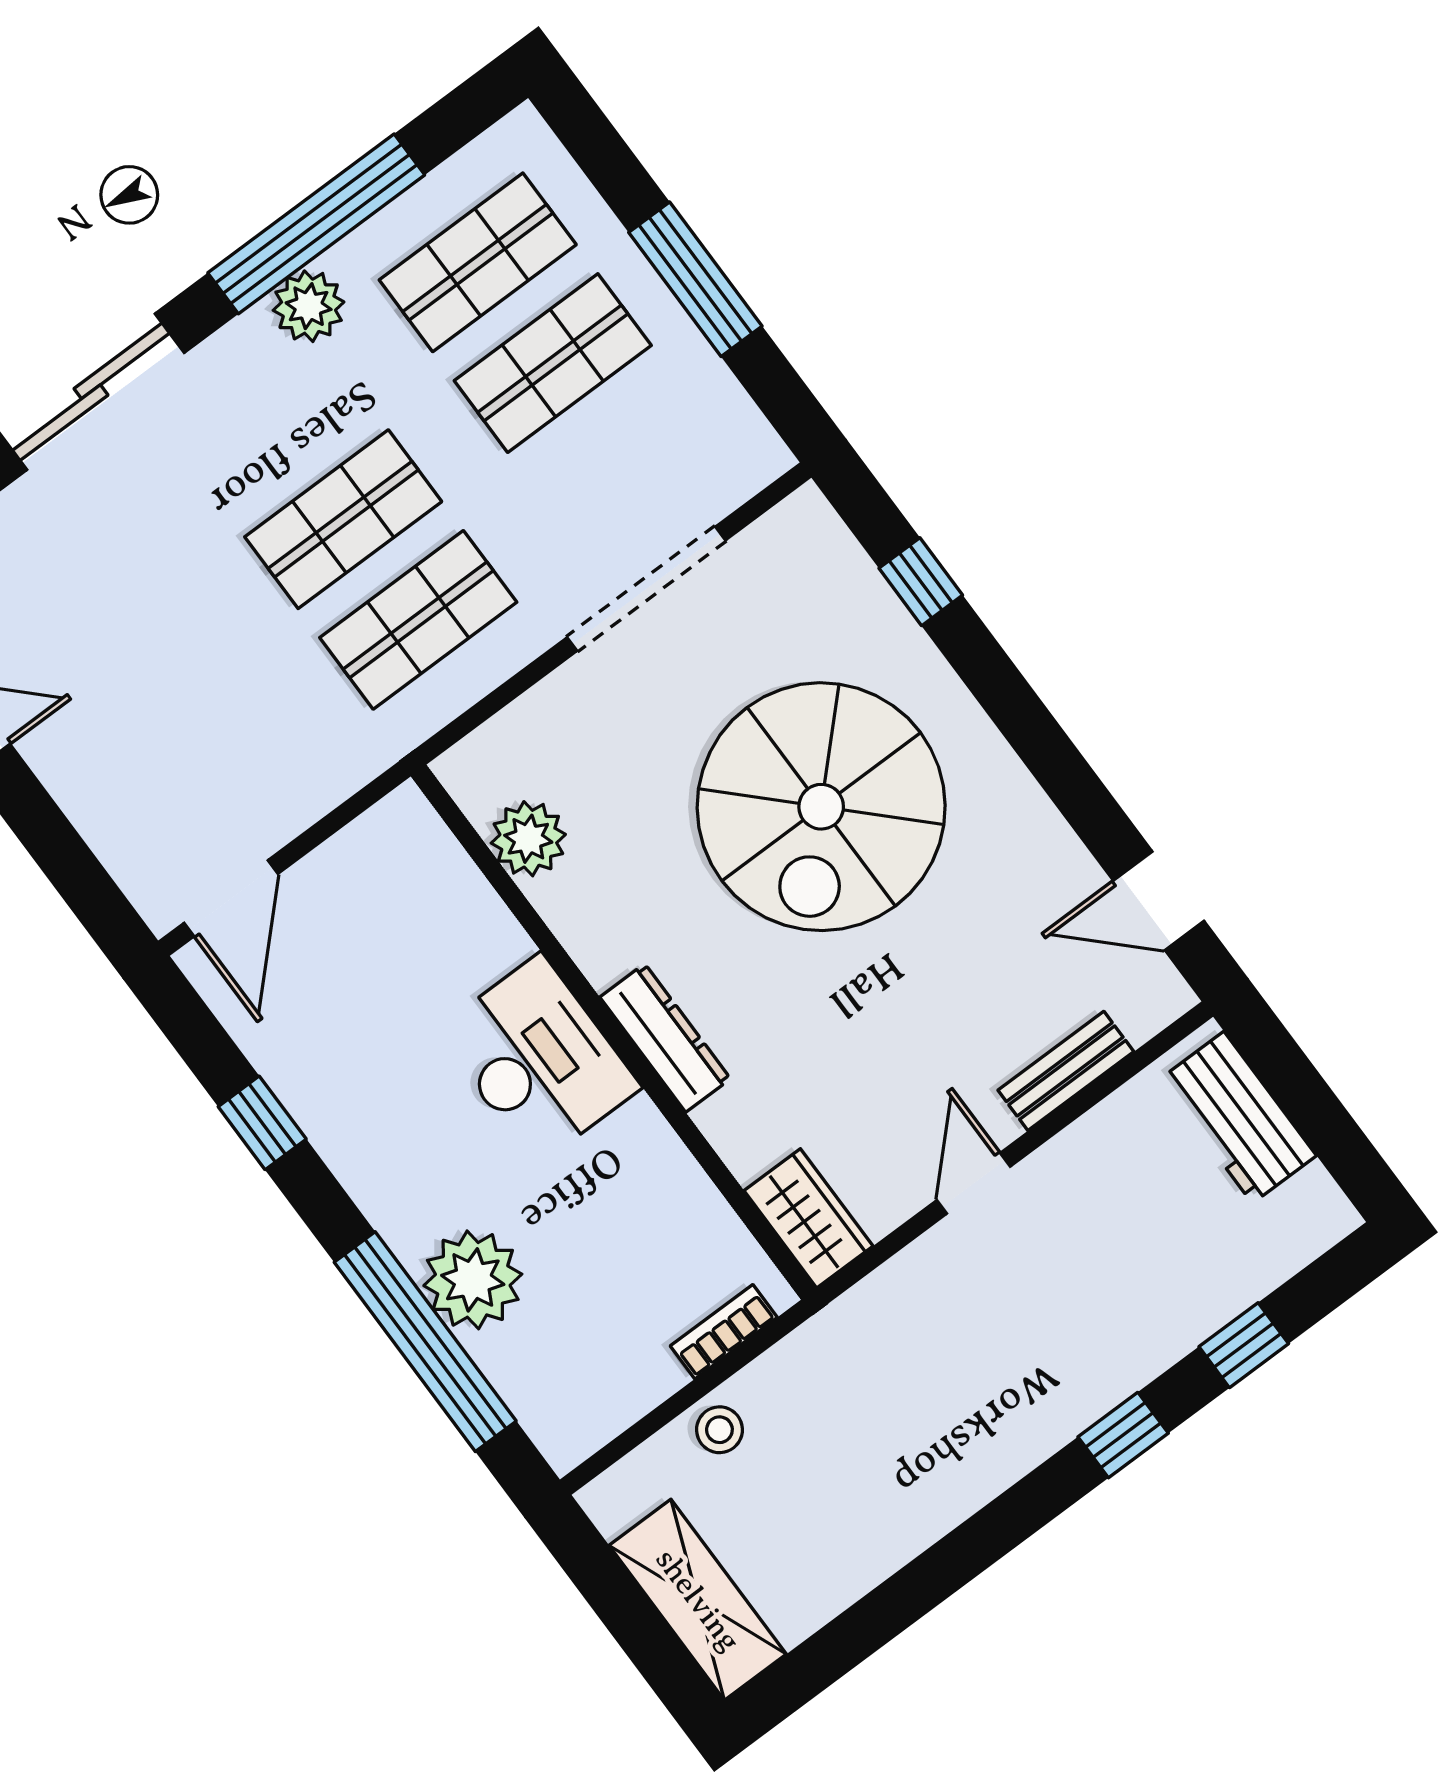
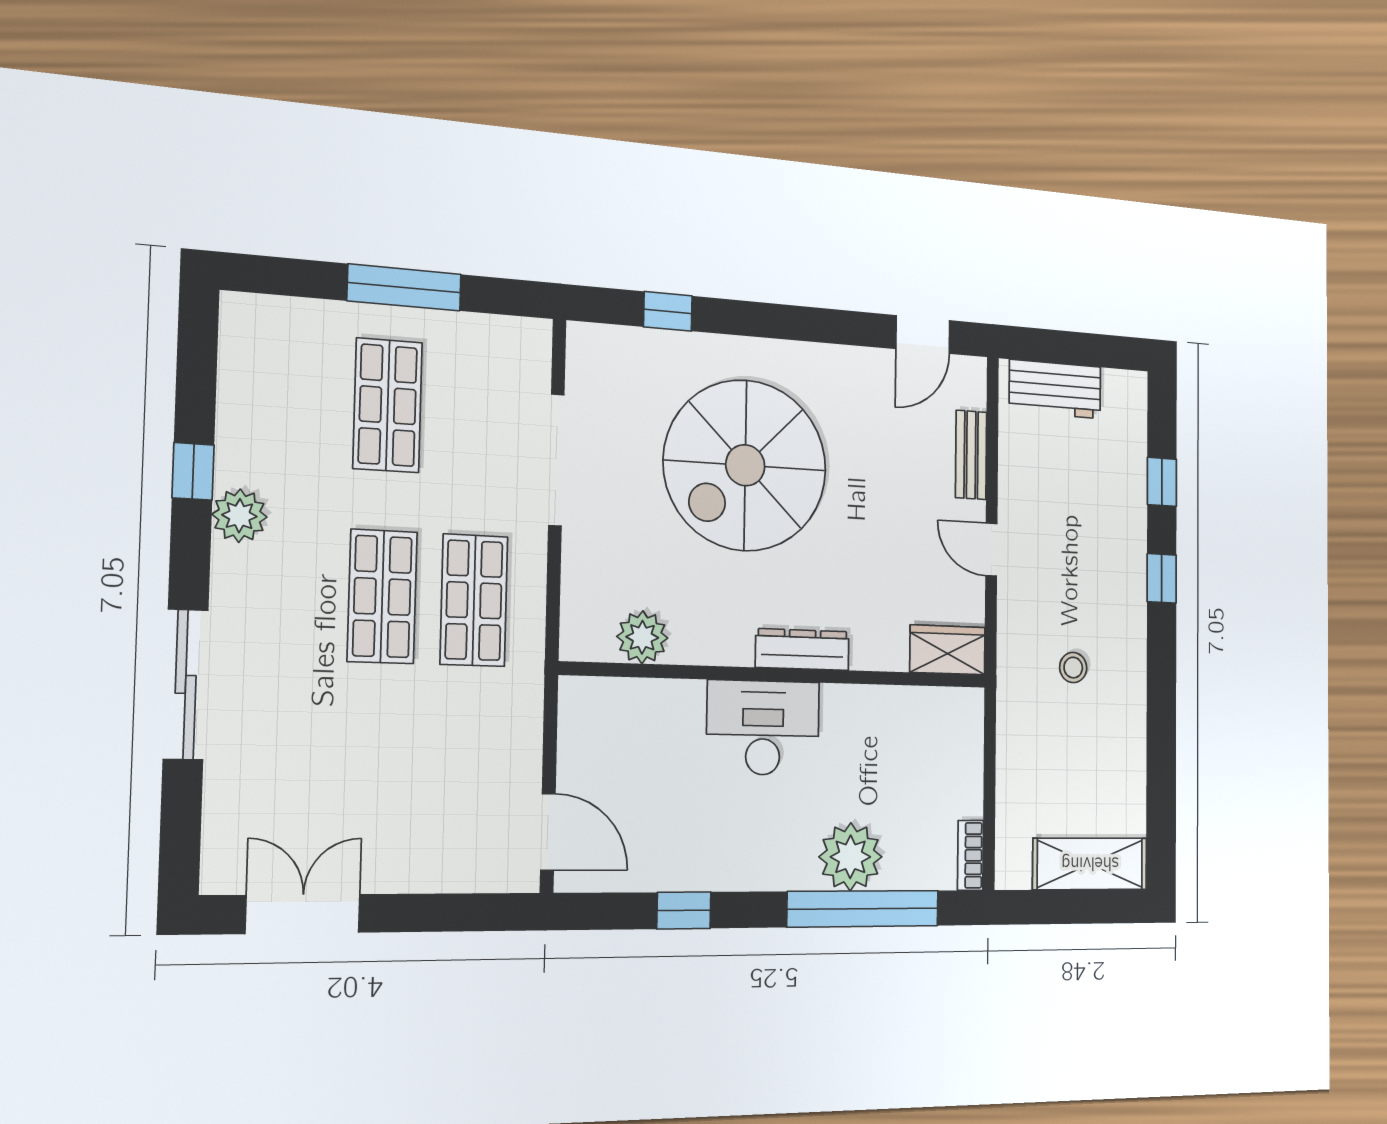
window: (316, 224) -> (193, 471), width x0.32
shop shelf: (478, 262) -> (294, 399), removed
spiral stairs: (821, 807) -> (745, 465), turned 90
bookcase: (724, 1332) -> (970, 855), moved
stool: (719, 1430) -> (1073, 668), moved

